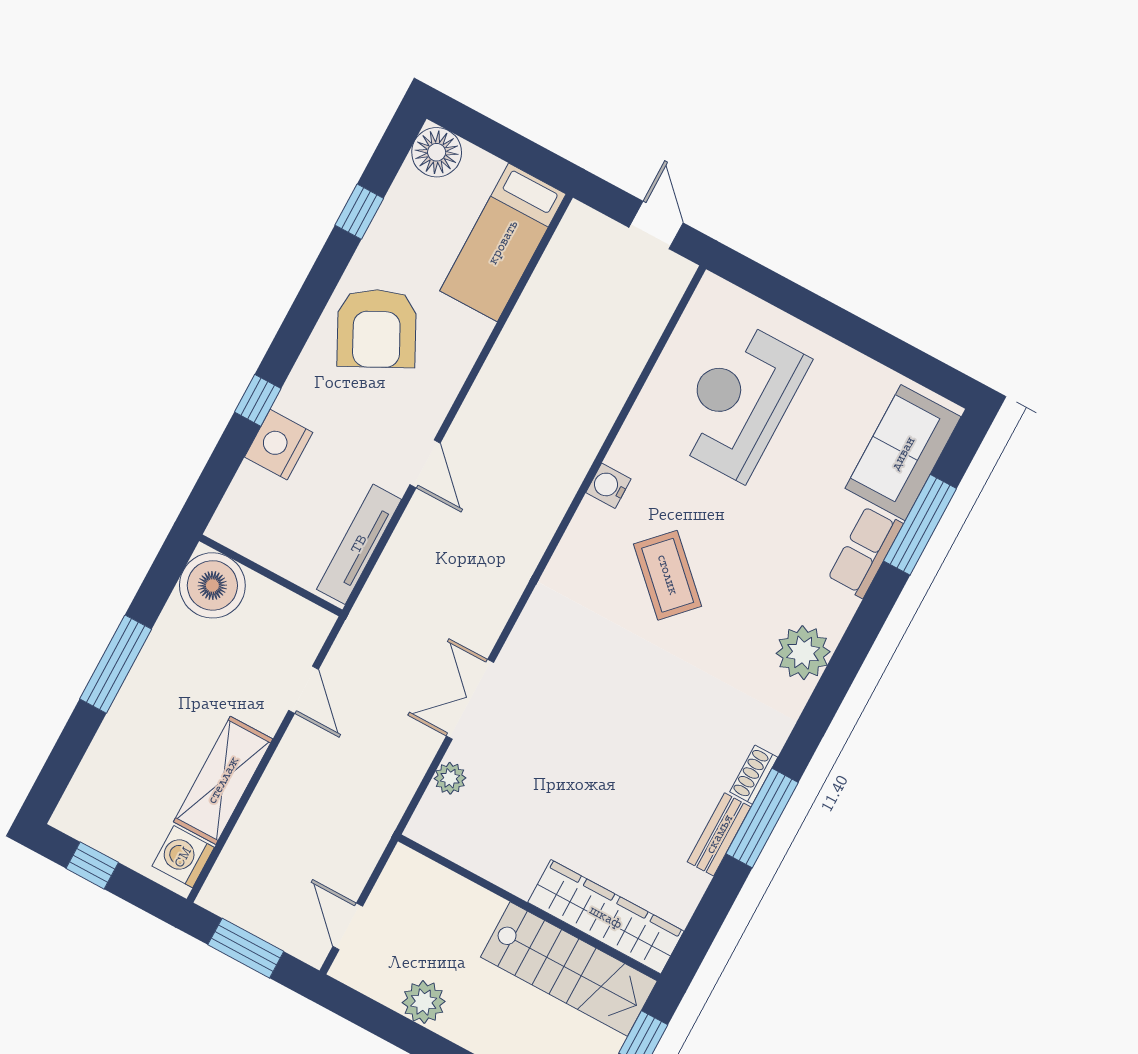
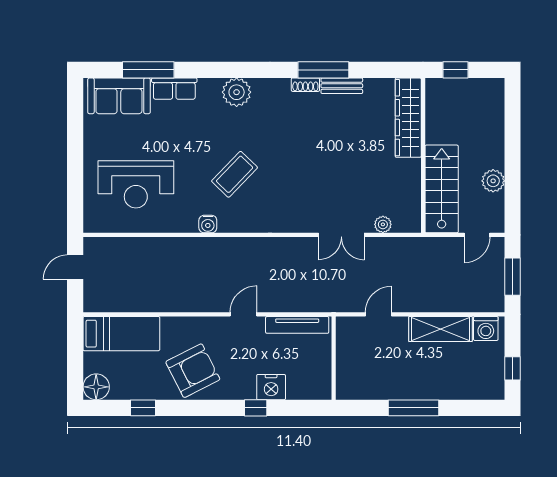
boiler: (212, 585) -> (353, 383), removed
stairs: (569, 969) -> (442, 189), moved

